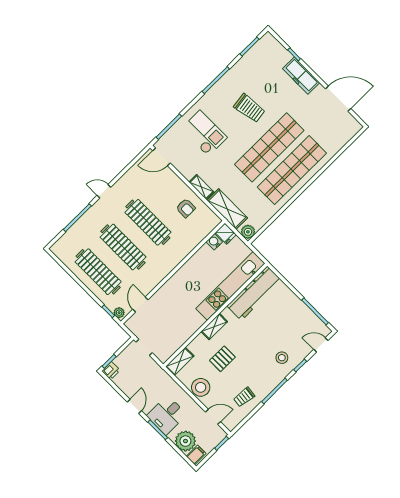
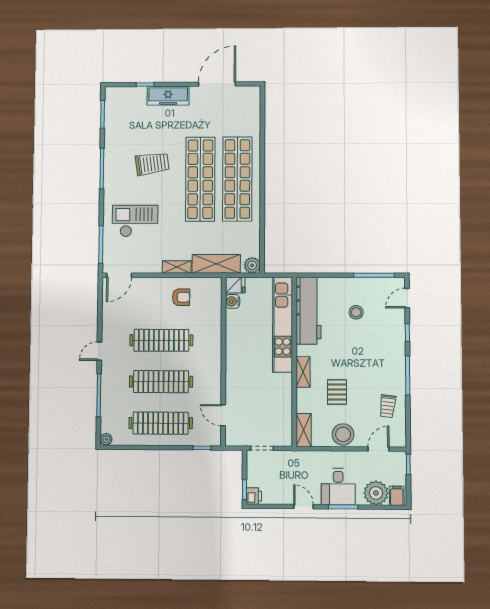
plant: (119, 313) -> (106, 439), moved
stool: (282, 358) -> (356, 312), moved

